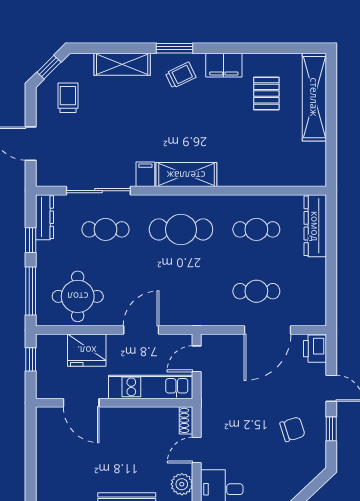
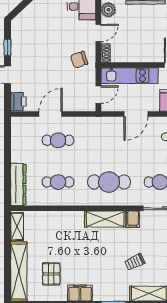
trolley: (181, 75) -> (135, 262), moved
shelving: (317, 164) -> (17, 227), added
door: (267, 330) -> (51, 114), width x0.73
chair: (292, 429) -> (79, 60), moved

